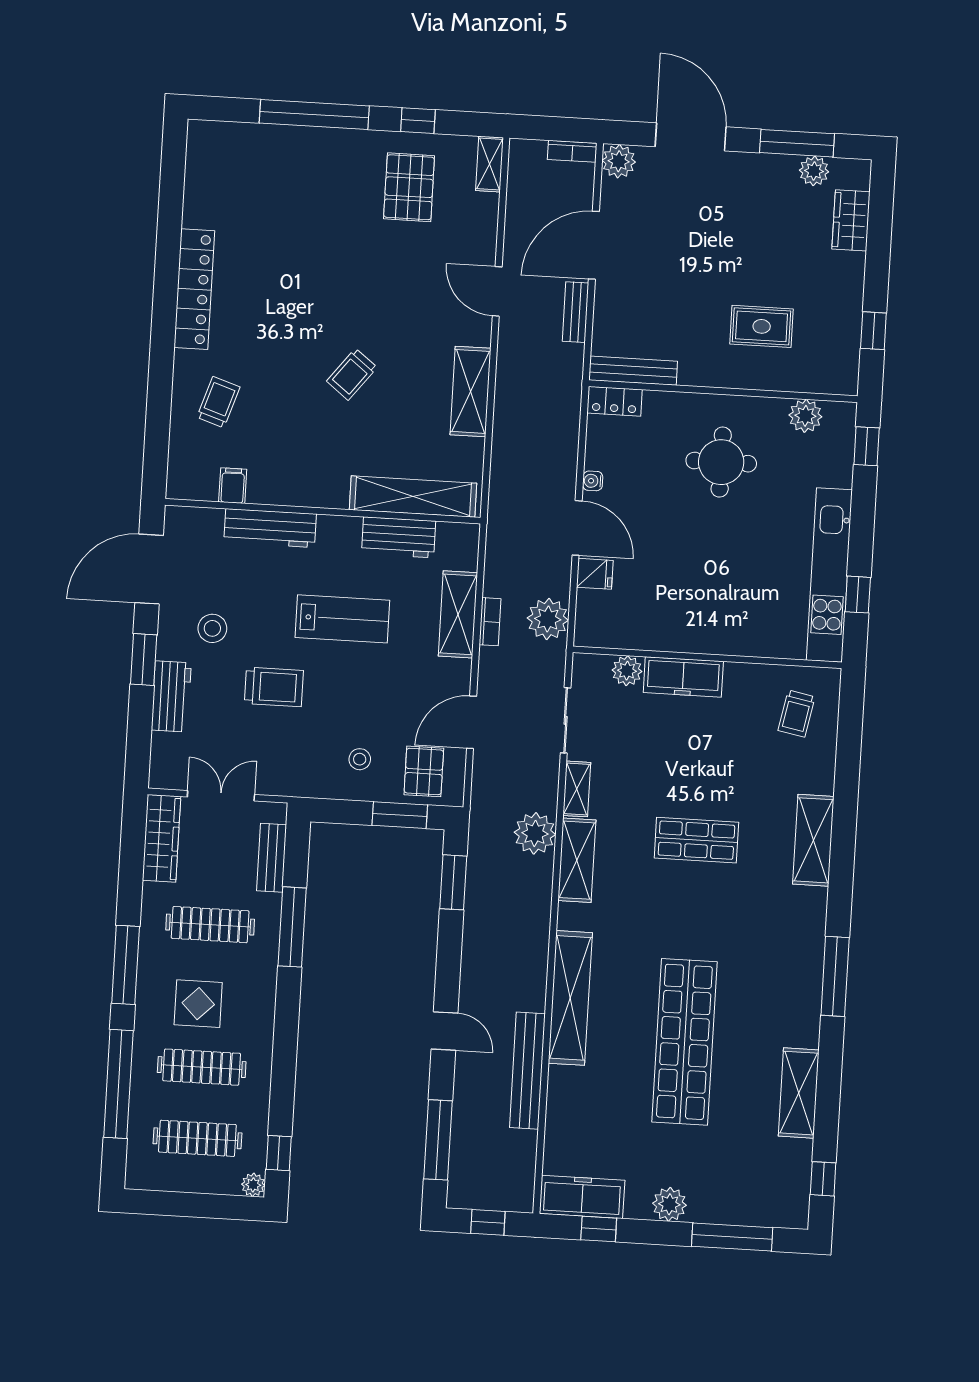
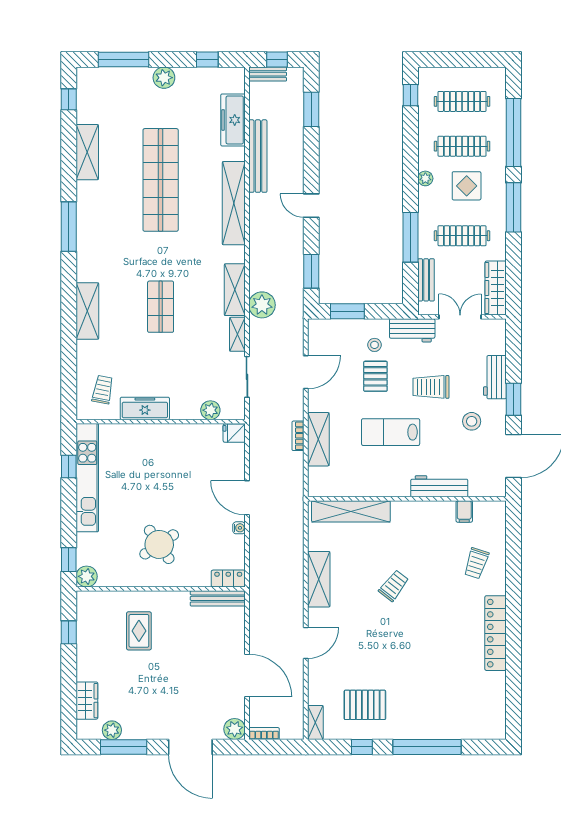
pallet: (409, 187) -> (365, 705), turned 90
door: (594, 245) -> (247, 675), hinge flipped
door: (497, 291) -> (306, 643), hinge flipped
bench: (575, 312) -> (268, 74), moved, turned 90
rug: (762, 326) -> (139, 631), turned 90
plant: (805, 416) -> (87, 576), moved
round table: (721, 462) -> (159, 544), turned -34
workbench: (399, 537) -> (412, 330), moved, turned 180
fridge: (595, 574) -> (234, 433), moved
plant: (548, 619) -> (262, 440), removed
freezer: (683, 677) -> (145, 408), moved
pallet: (424, 771) -> (375, 376), moved
double door: (221, 796) -> (460, 317), swing flipped
shop shelf: (696, 840) -> (161, 307), turned 90
door: (444, 1031) -> (311, 206), moved
window: (438, 1140) -> (311, 109), width x0.69
plant: (253, 1185) -> (425, 178), moved
freezer: (582, 1197) -> (233, 120), moved, turned 90

